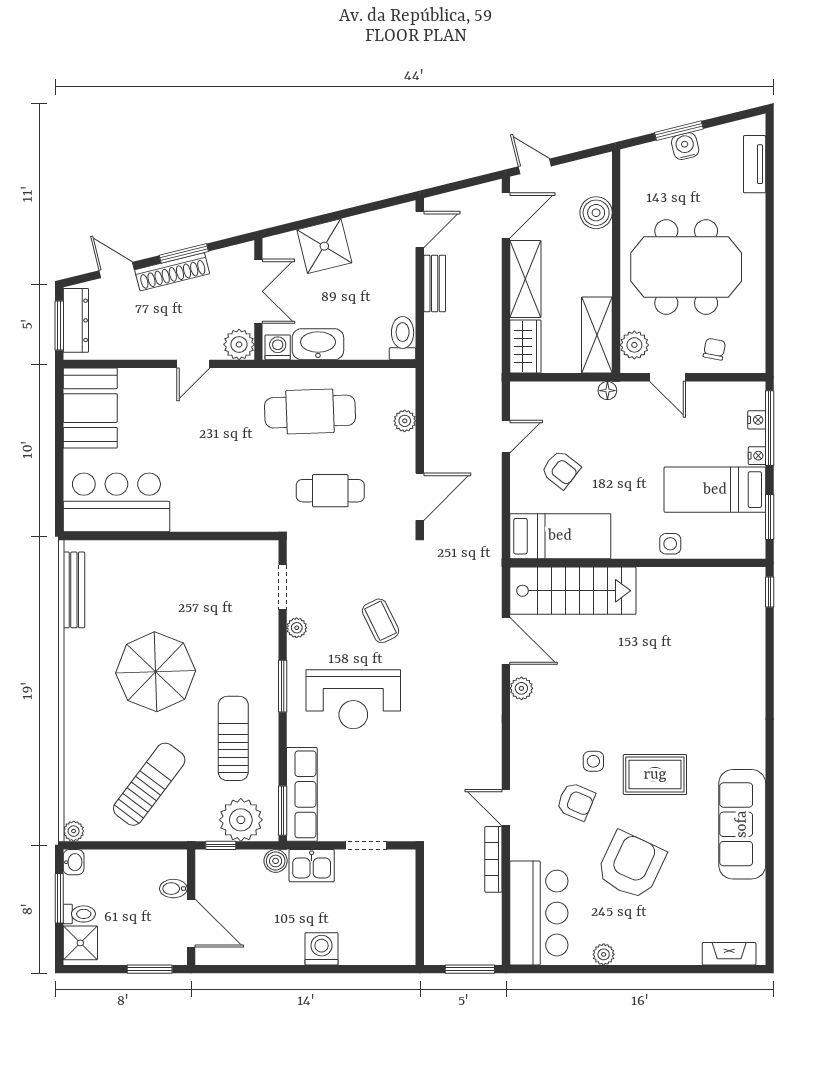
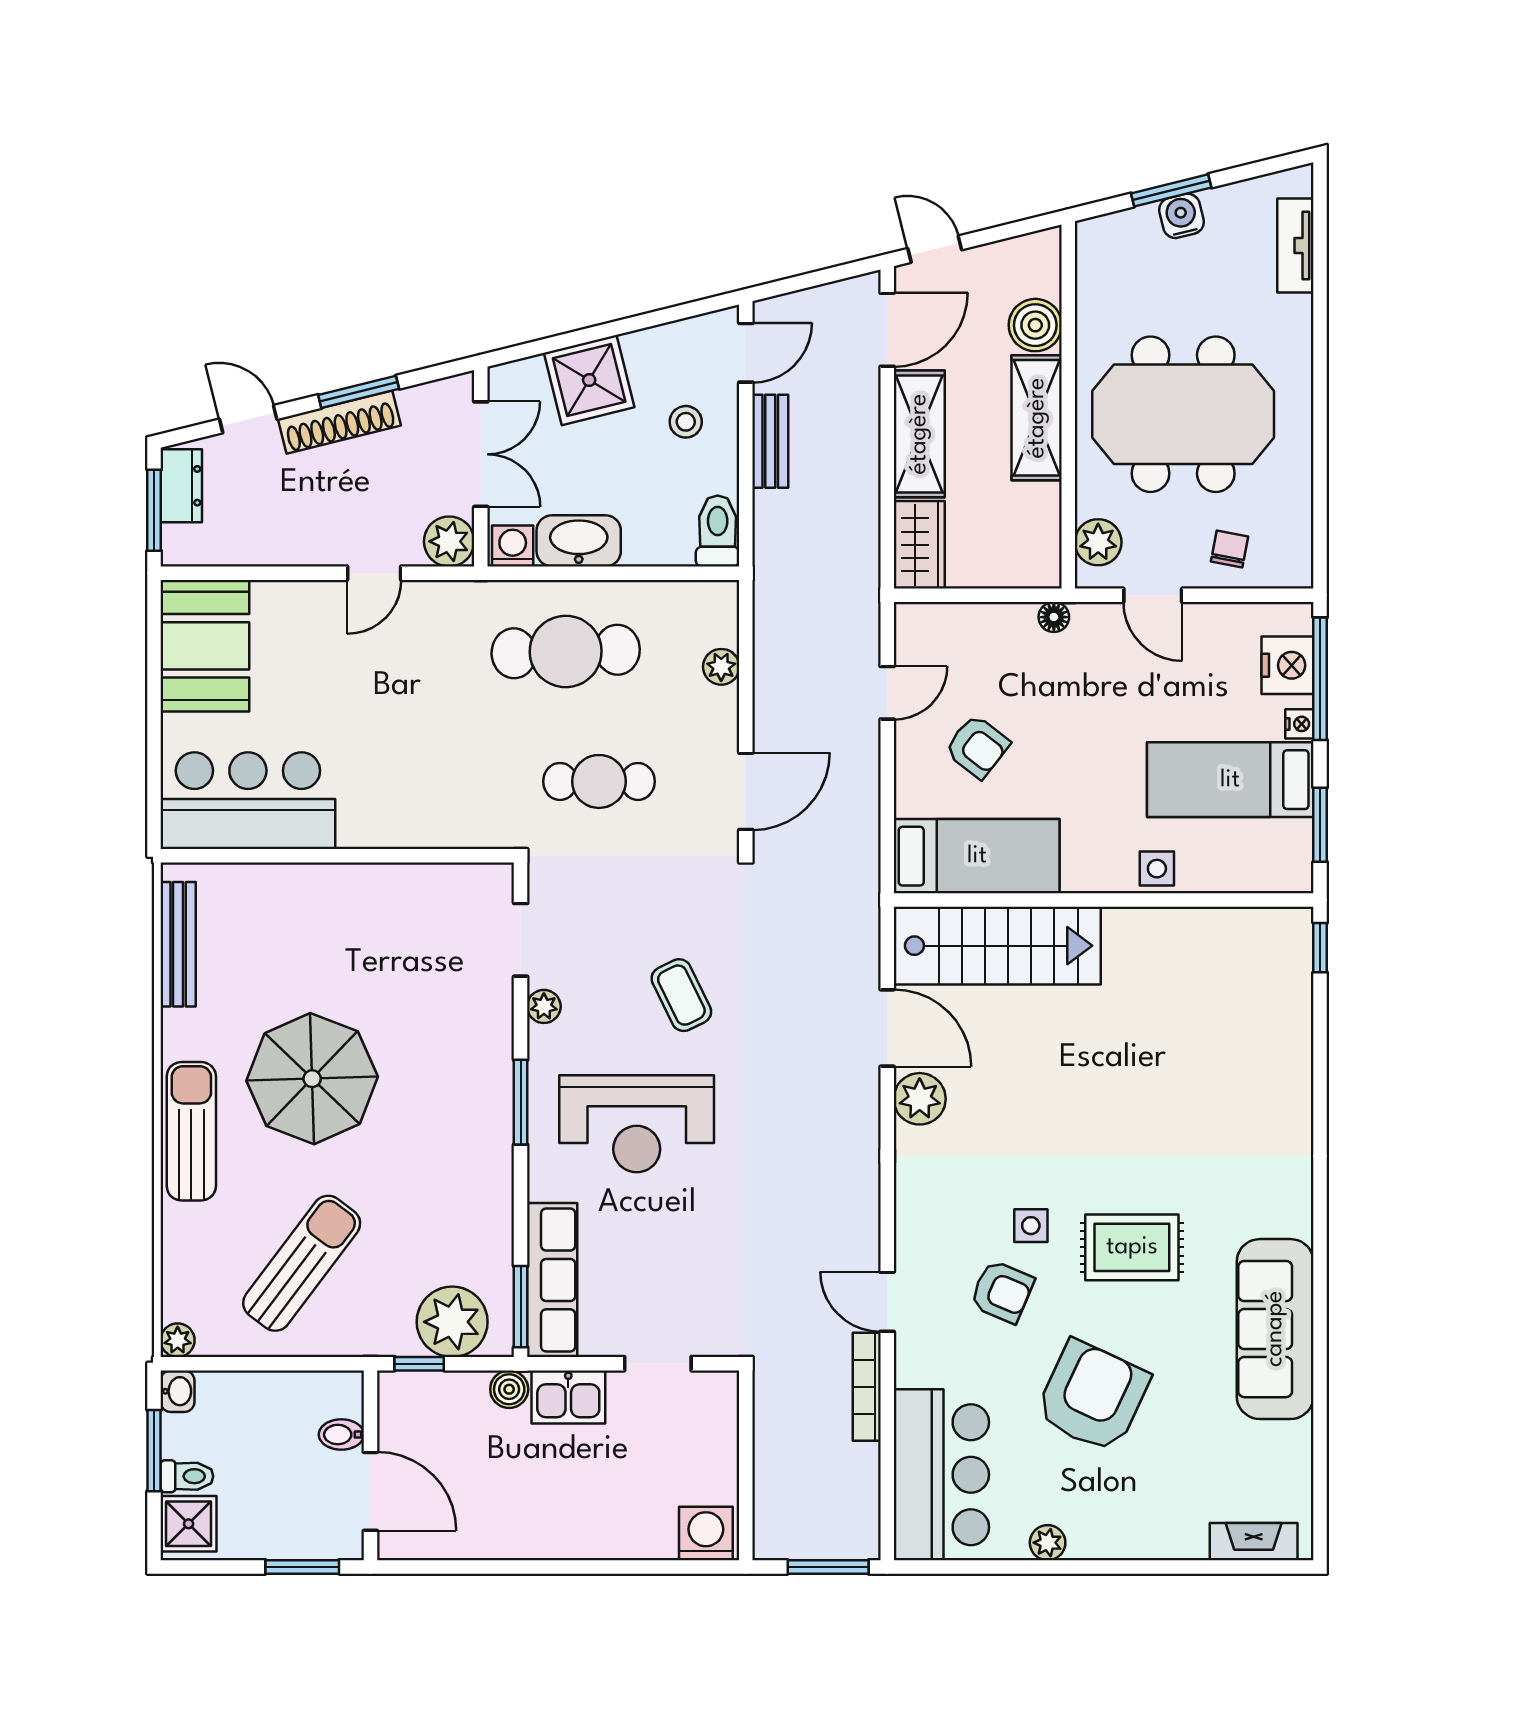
stool: (383, 272) -> (686, 422), added
dresser: (76, 320) -> (181, 486), width x0.70
shelving: (597, 335) -> (1037, 418), moved
nightstand: (757, 420) -> (1287, 665), width x1.89, depth x1.79
plant: (521, 688) -> (920, 1099), width x1.38, depth x1.38
sun lounger: (233, 738) -> (191, 1131), moved
washing machine: (322, 949) -> (706, 1533), moved

